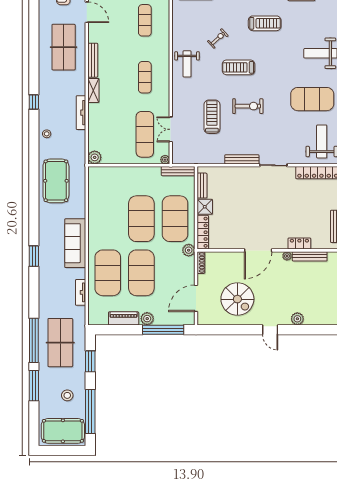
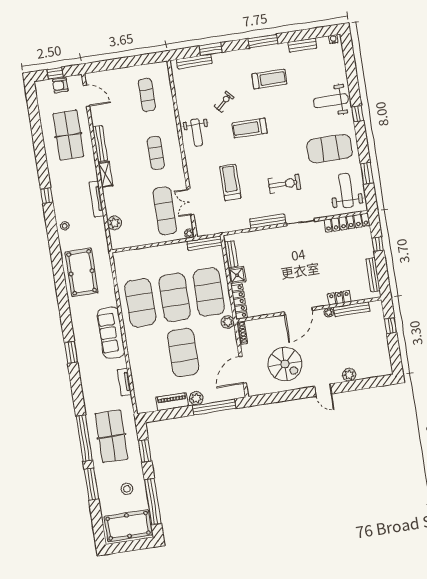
exercise bike: (248, 106) -> (284, 184), moved
plant: (95, 157) -> (114, 223), moved
exercise mat: (108, 273) -> (140, 303), moved

